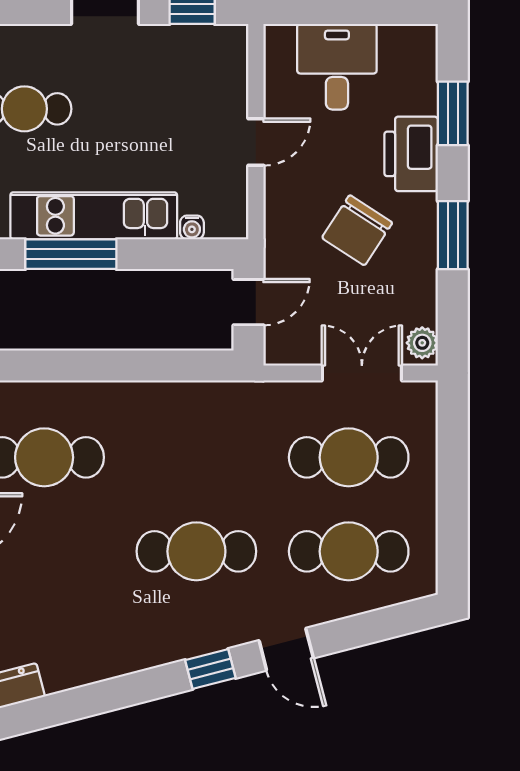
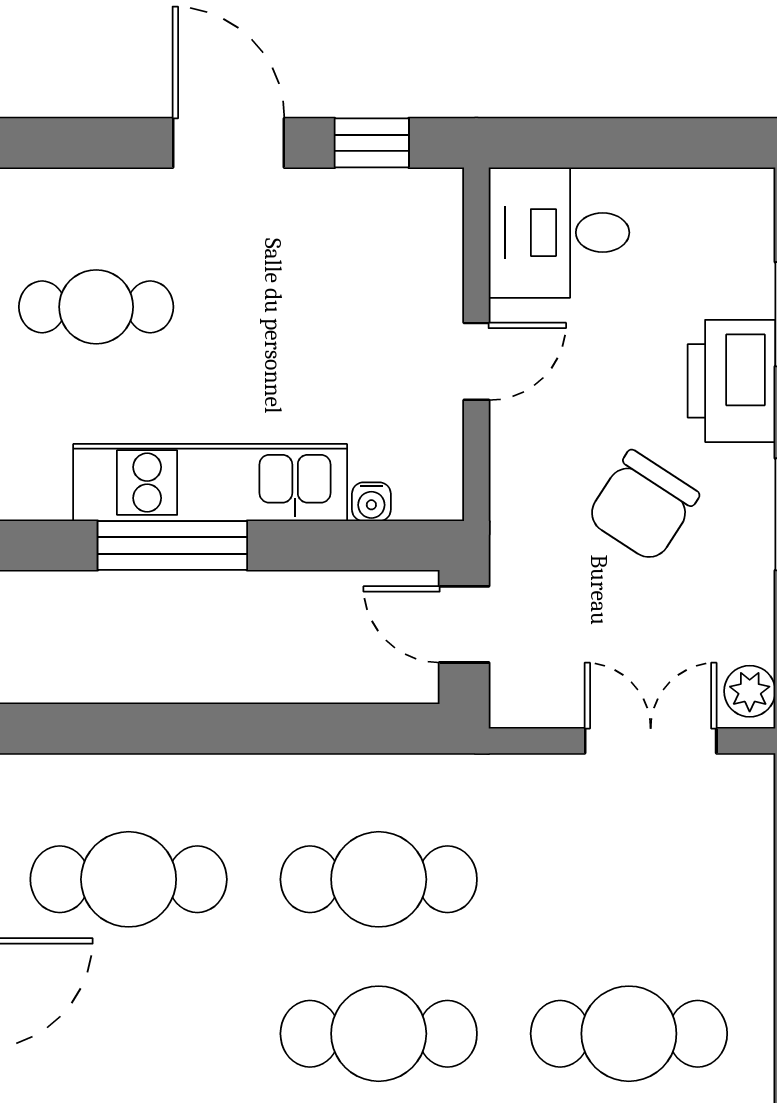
desk: (337, 67) -> (559, 233), moved, turned -90
door: (248, 302) -> (464, 624), swing flipped
cafe table: (349, 457) -> (379, 879), moved

